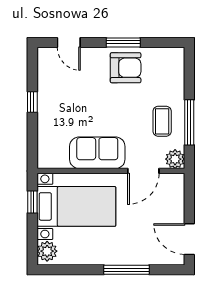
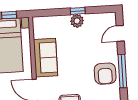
window: (123, 42) -> (122, 71), width x1.44
plant: (47, 104) -> (77, 21), added

